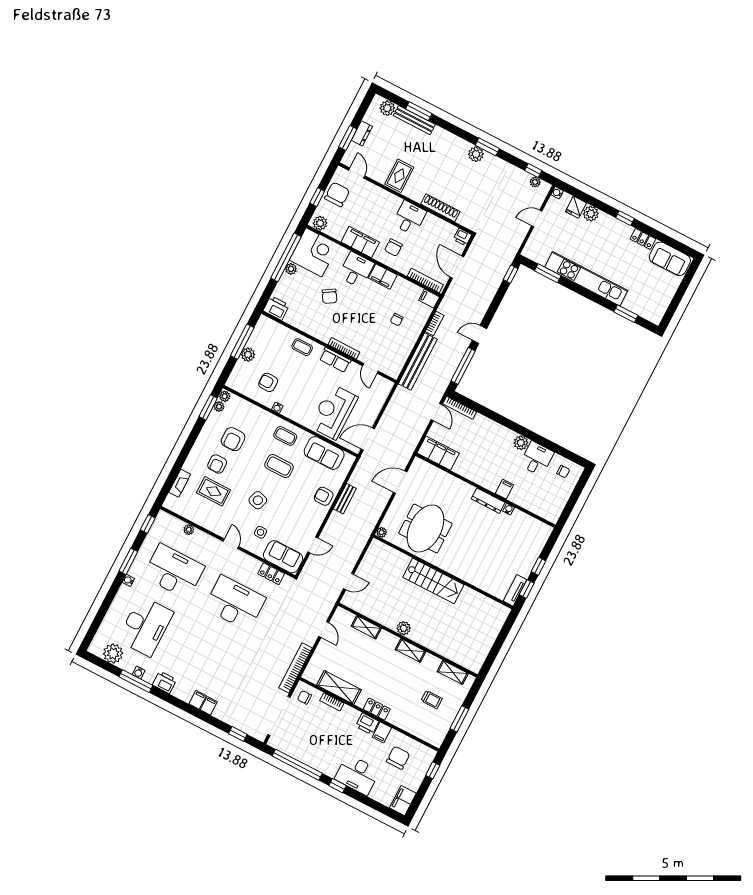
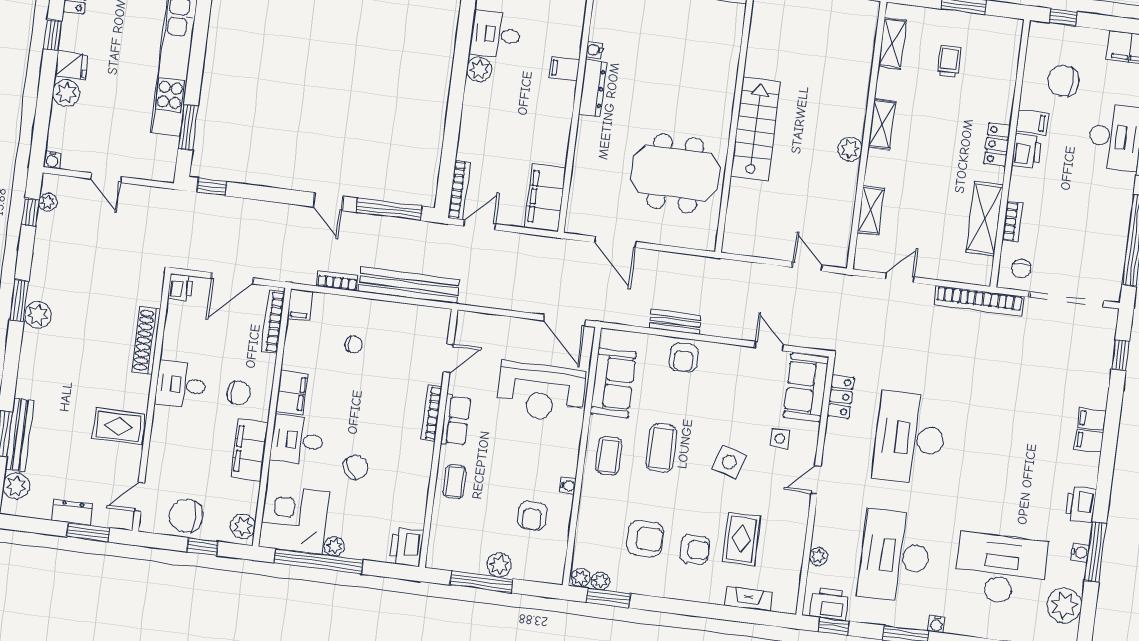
fridge: (576, 207) -> (71, 65), moved
printer: (161, 526) -> (829, 604), added
plant: (382, 532) -> (708, 242), removed

